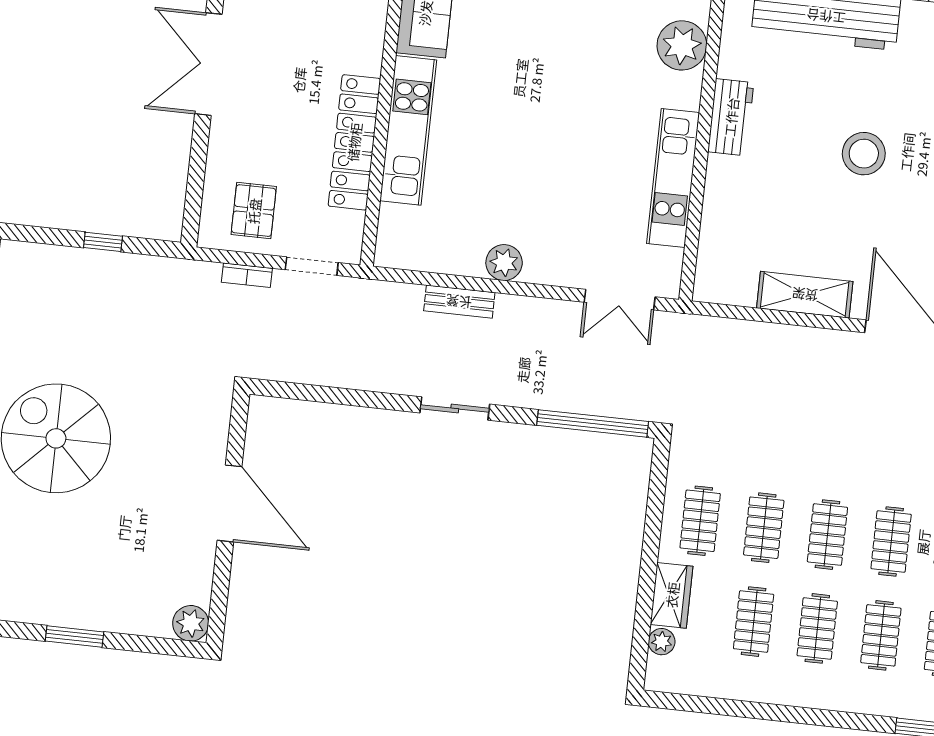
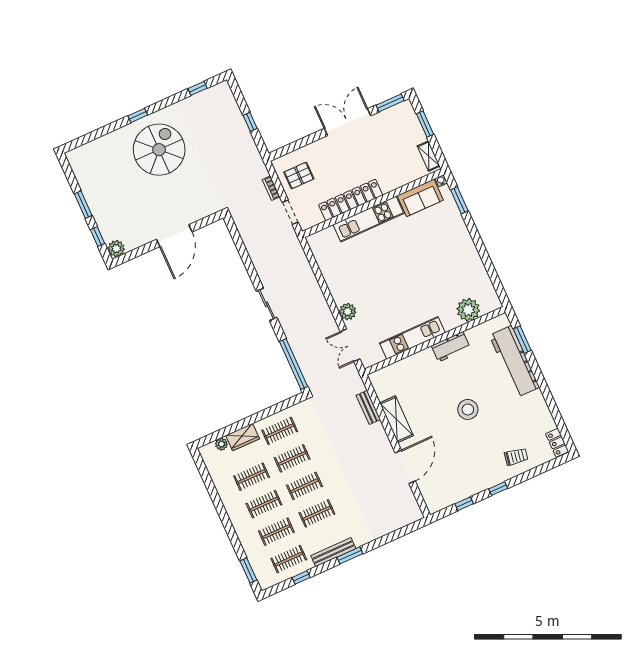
plant: (504, 263) -> (348, 312), moved
bench: (459, 302) -> (368, 407), moved
window: (148, 645) -> (98, 236), added

